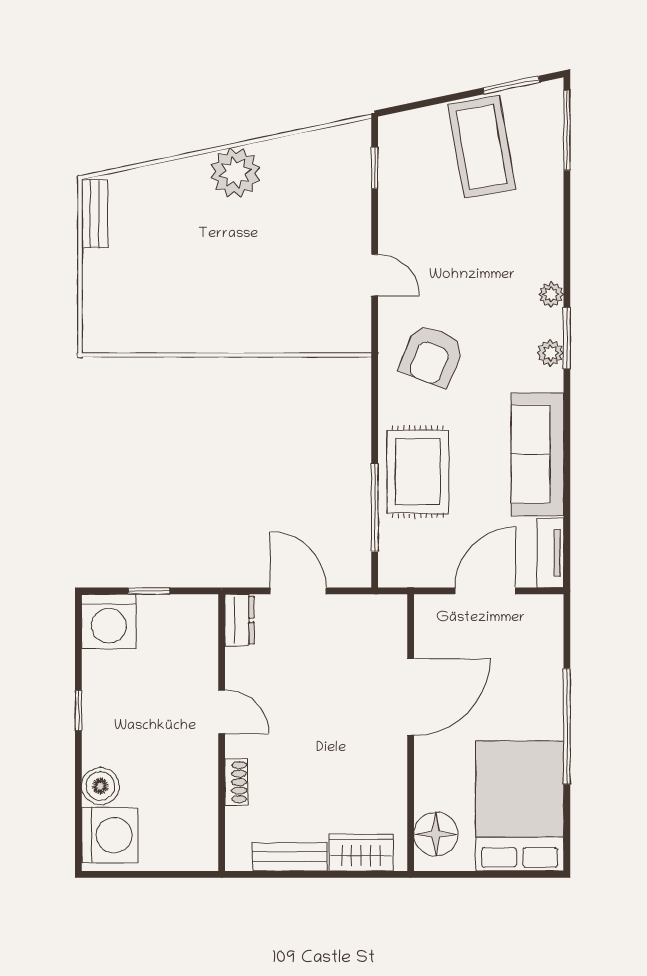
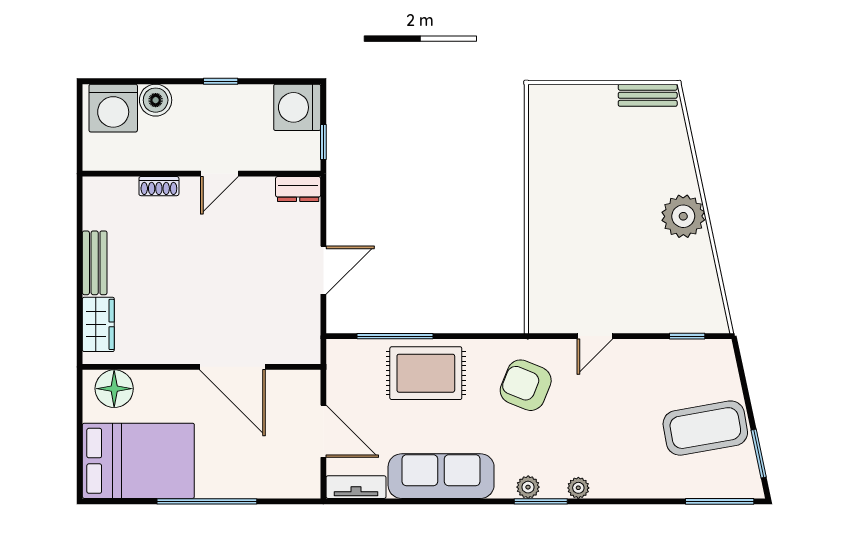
dresser: (240, 620) -> (298, 189), moved
door: (222, 712) -> (219, 174), moved
wall: (222, 733) -> (201, 174), moved
shoe rack: (236, 782) -> (159, 186), moved

